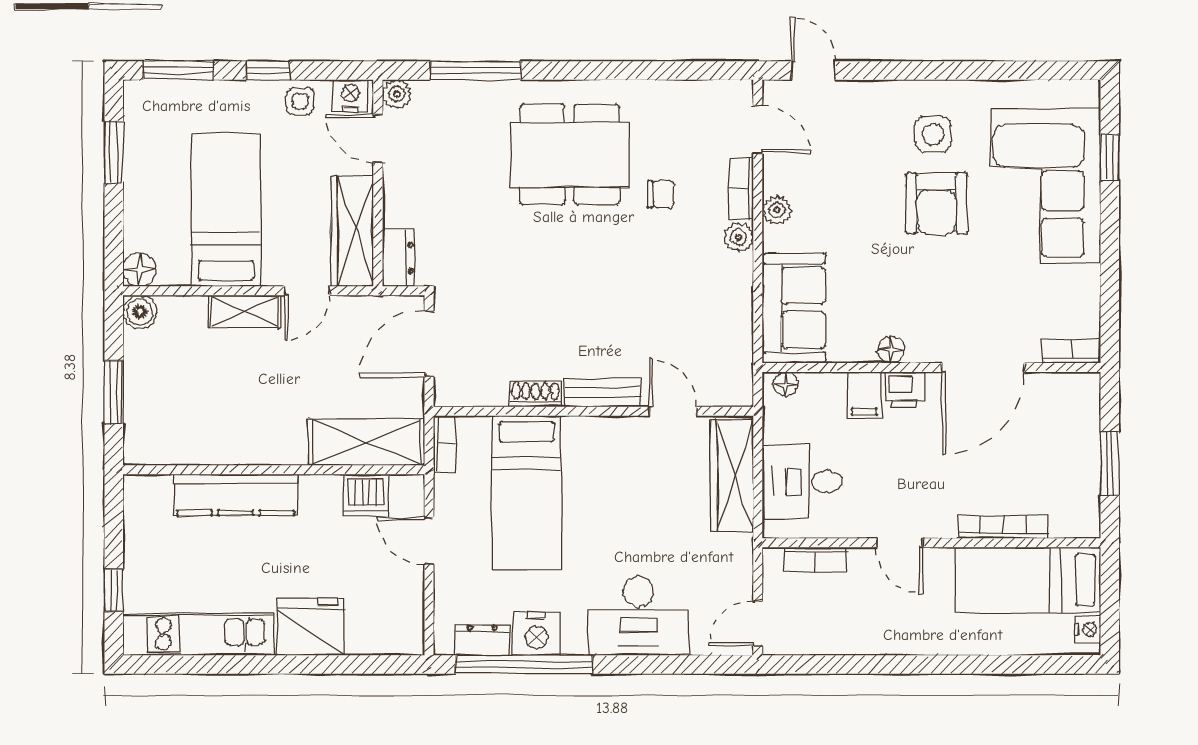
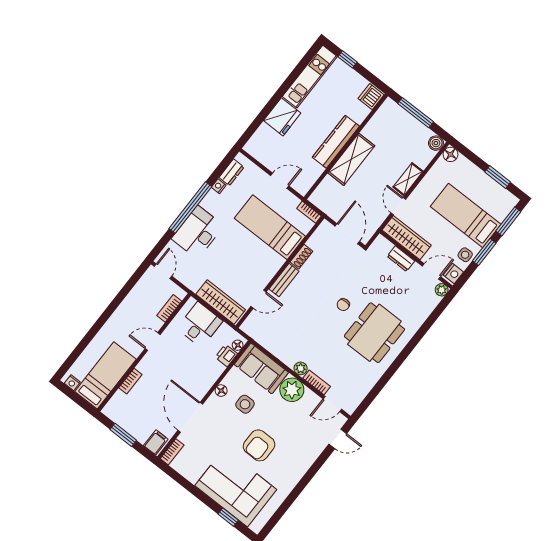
window: (268, 70) -> (484, 252), width x1.50
window: (476, 70) -> (428, 323), removed
side table: (933, 134) -> (245, 404), moved
chair: (661, 194) -> (343, 305), moved
armchair: (936, 203) -> (259, 445), turned -90
bed: (226, 210) -> (466, 215), moved, turned 180
plant: (777, 210) -> (292, 390), width x1.87, depth x1.87
dresser: (398, 258) -> (401, 259), moved
printer: (904, 390) -> (226, 356), moved
window: (114, 392) -> (416, 113), width x1.44
filing cabinet: (864, 395) -> (156, 442), moved, turned 90
shelving: (366, 442) -> (351, 159), moved
kitchen counter: (236, 495) -> (336, 142), moved
dishwasher: (366, 495) -> (371, 97), moved
bookcase: (1003, 527) -> (130, 381), width x0.64
nightstand: (537, 634) -> (219, 186), width x0.53, depth x0.56
window: (524, 664) -> (190, 207), moved

